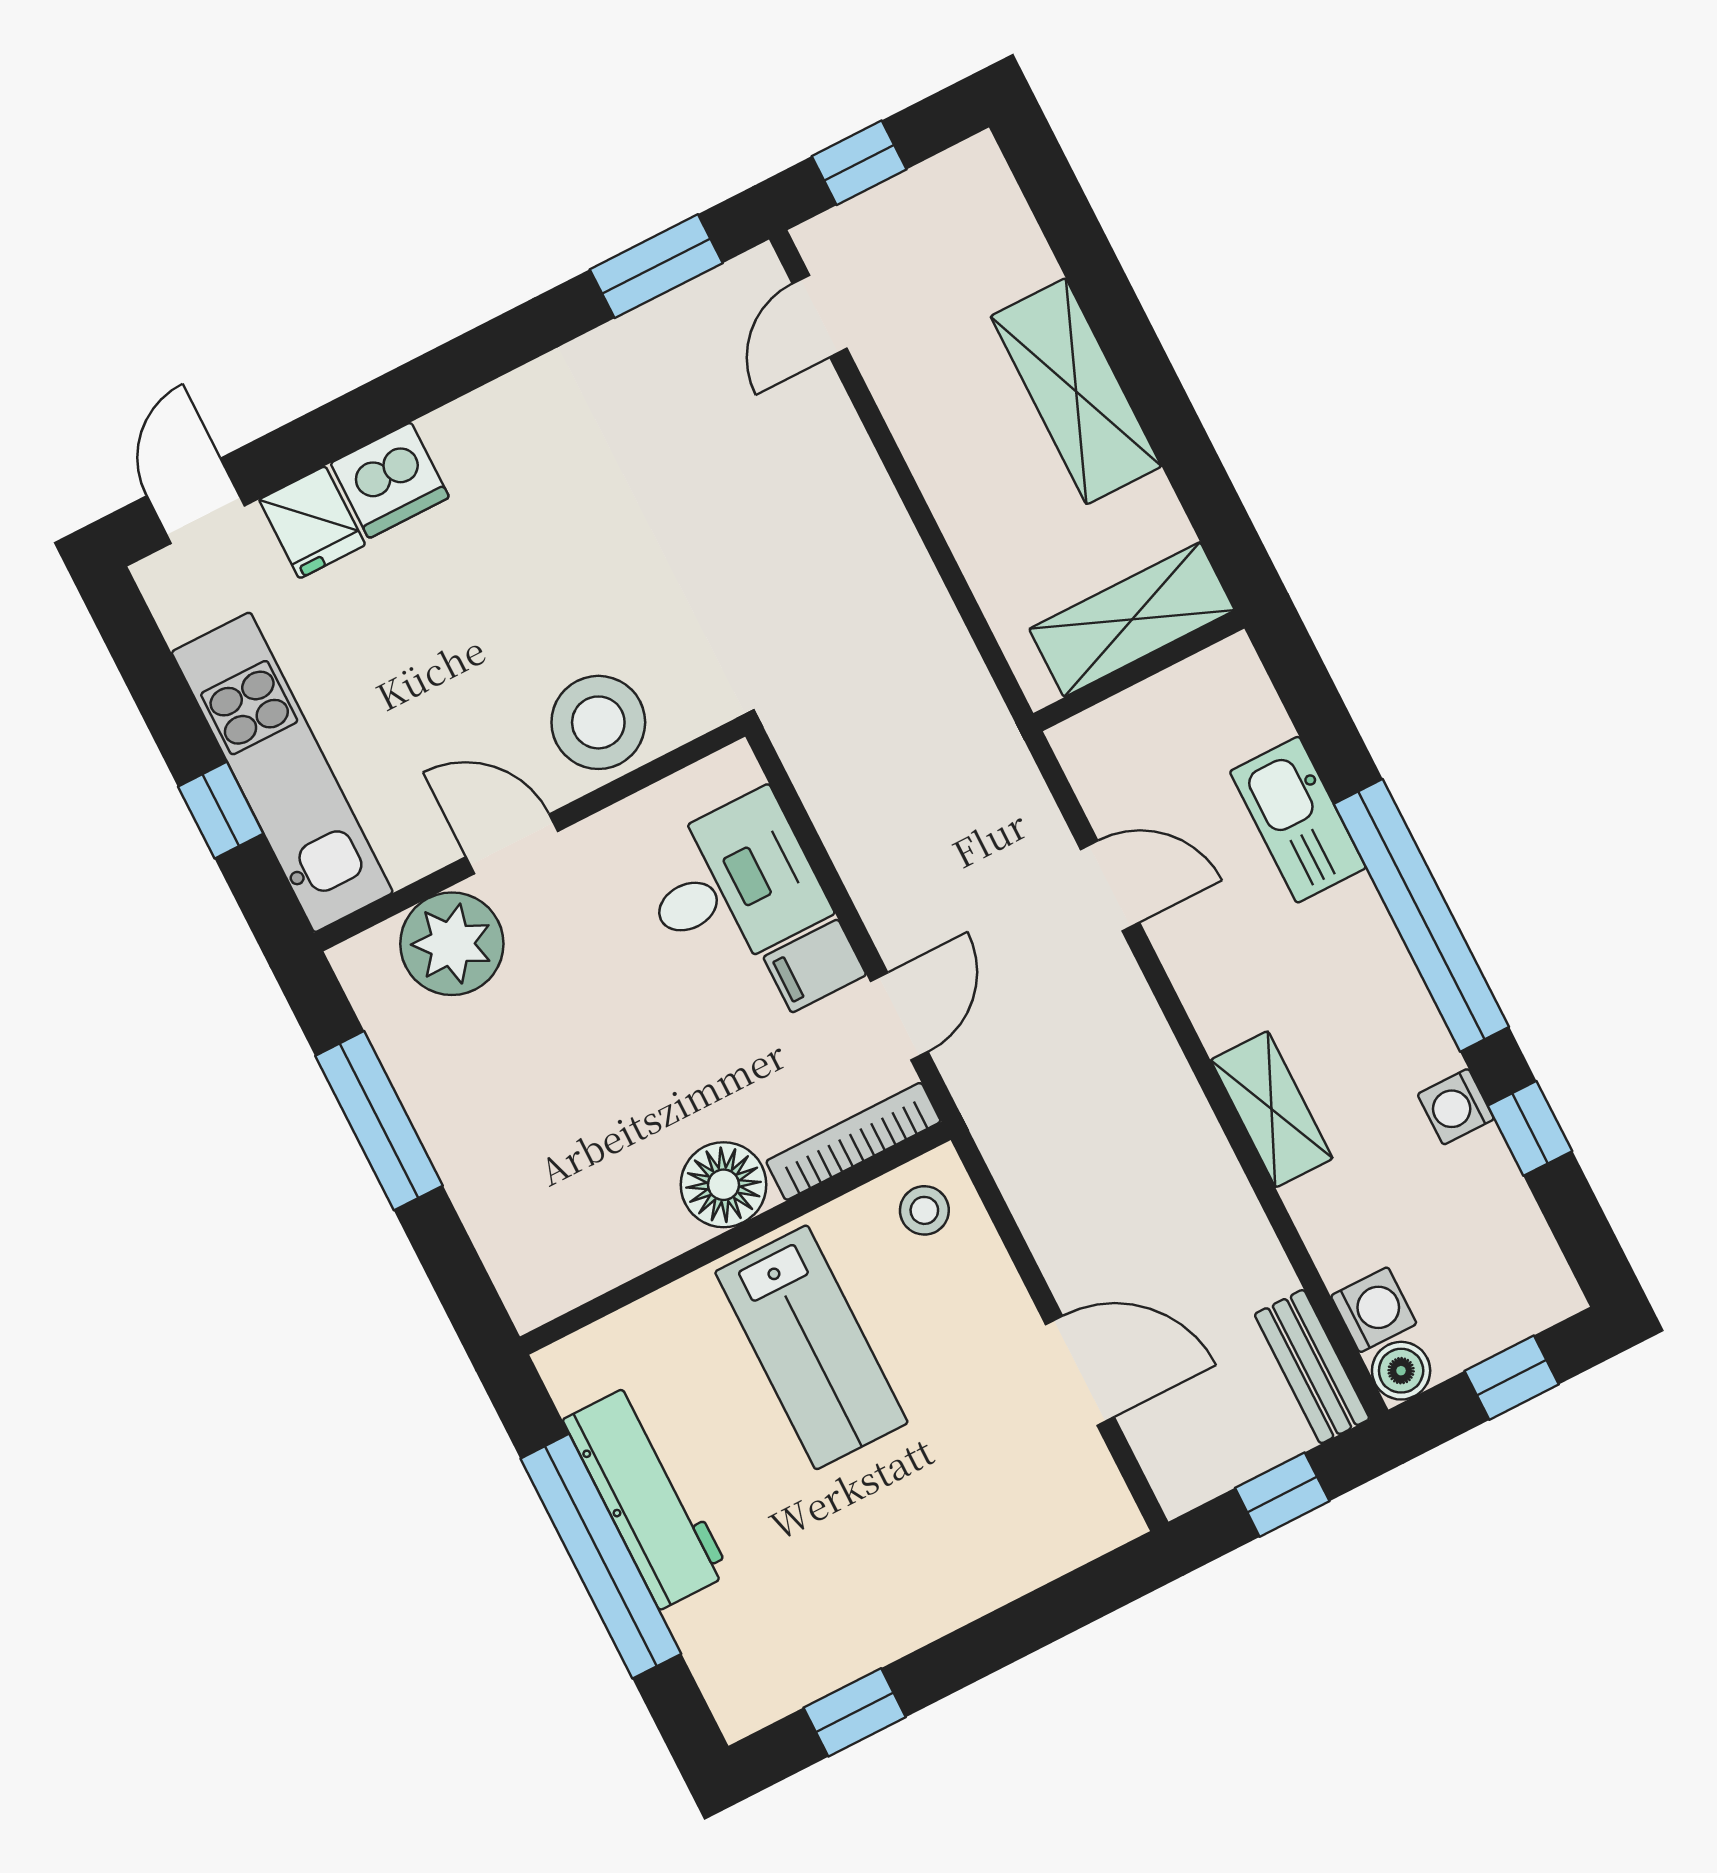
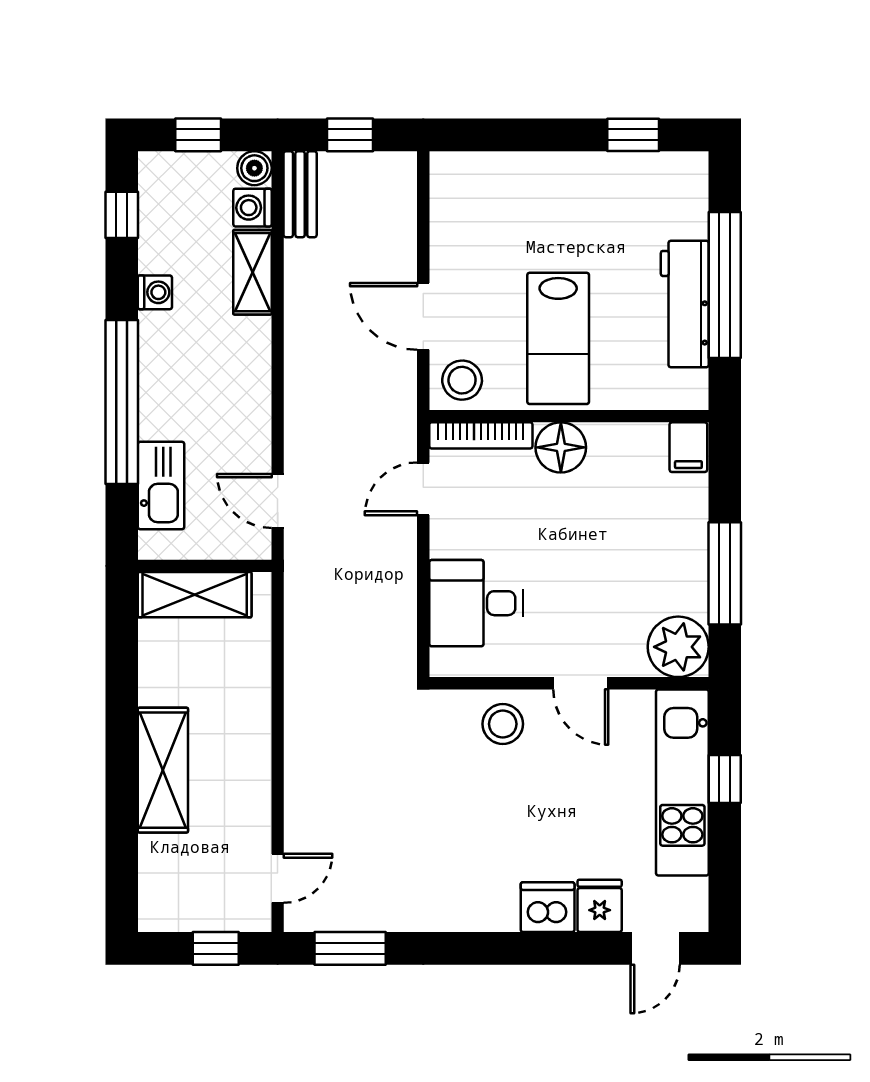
shelving: (1132, 620) -> (195, 595), moved
wall: (1139, 671) -> (205, 566), moved
stool: (598, 722) -> (503, 724), width x0.73, depth x0.73
plant: (452, 944) -> (678, 647), moved
filing cabinet: (815, 966) -> (688, 447), moved, turned 90
shelving: (1272, 1109) -> (252, 272), moved
window: (1530, 1128) -> (122, 215), moved
stool: (924, 1210) -> (462, 380), width x1.37, depth x1.37
lab bench: (811, 1347) -> (558, 338), turned 180
door: (1080, 1371) -> (423, 316), moved

